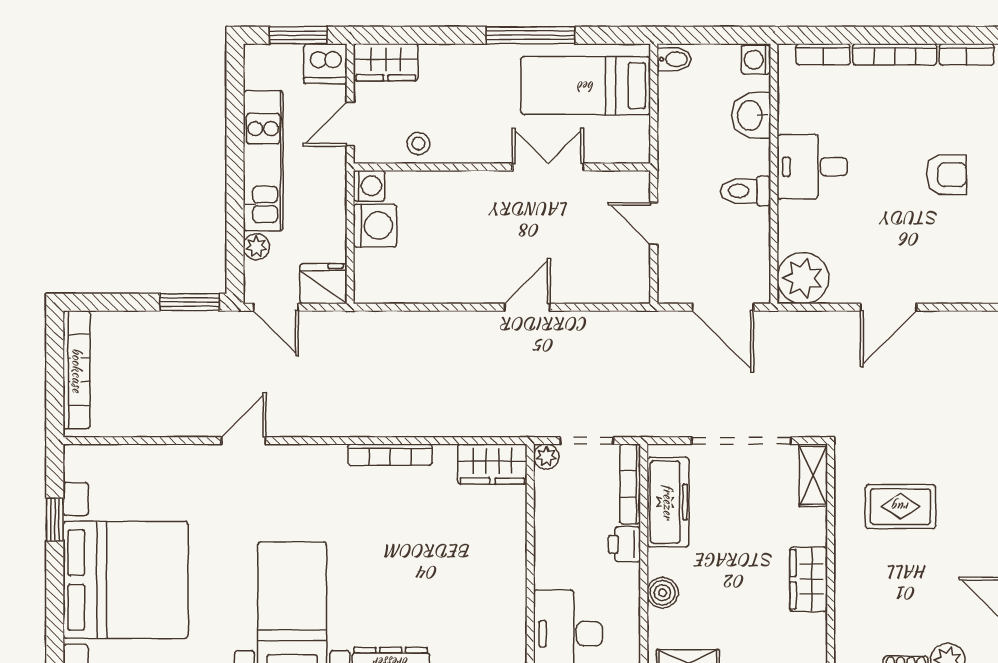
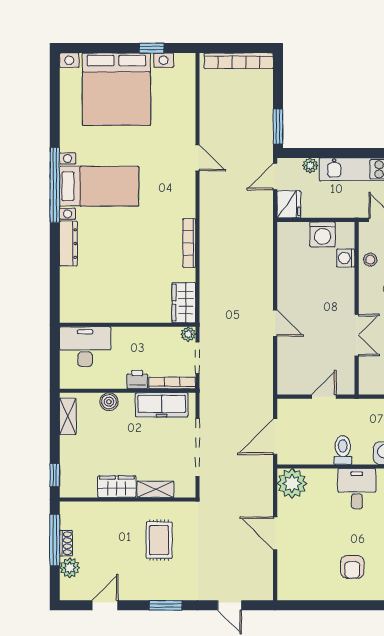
washing machine: (369, 186) -> (346, 258), moved, turned 90
shelving: (813, 475) -> (155, 489), moved

